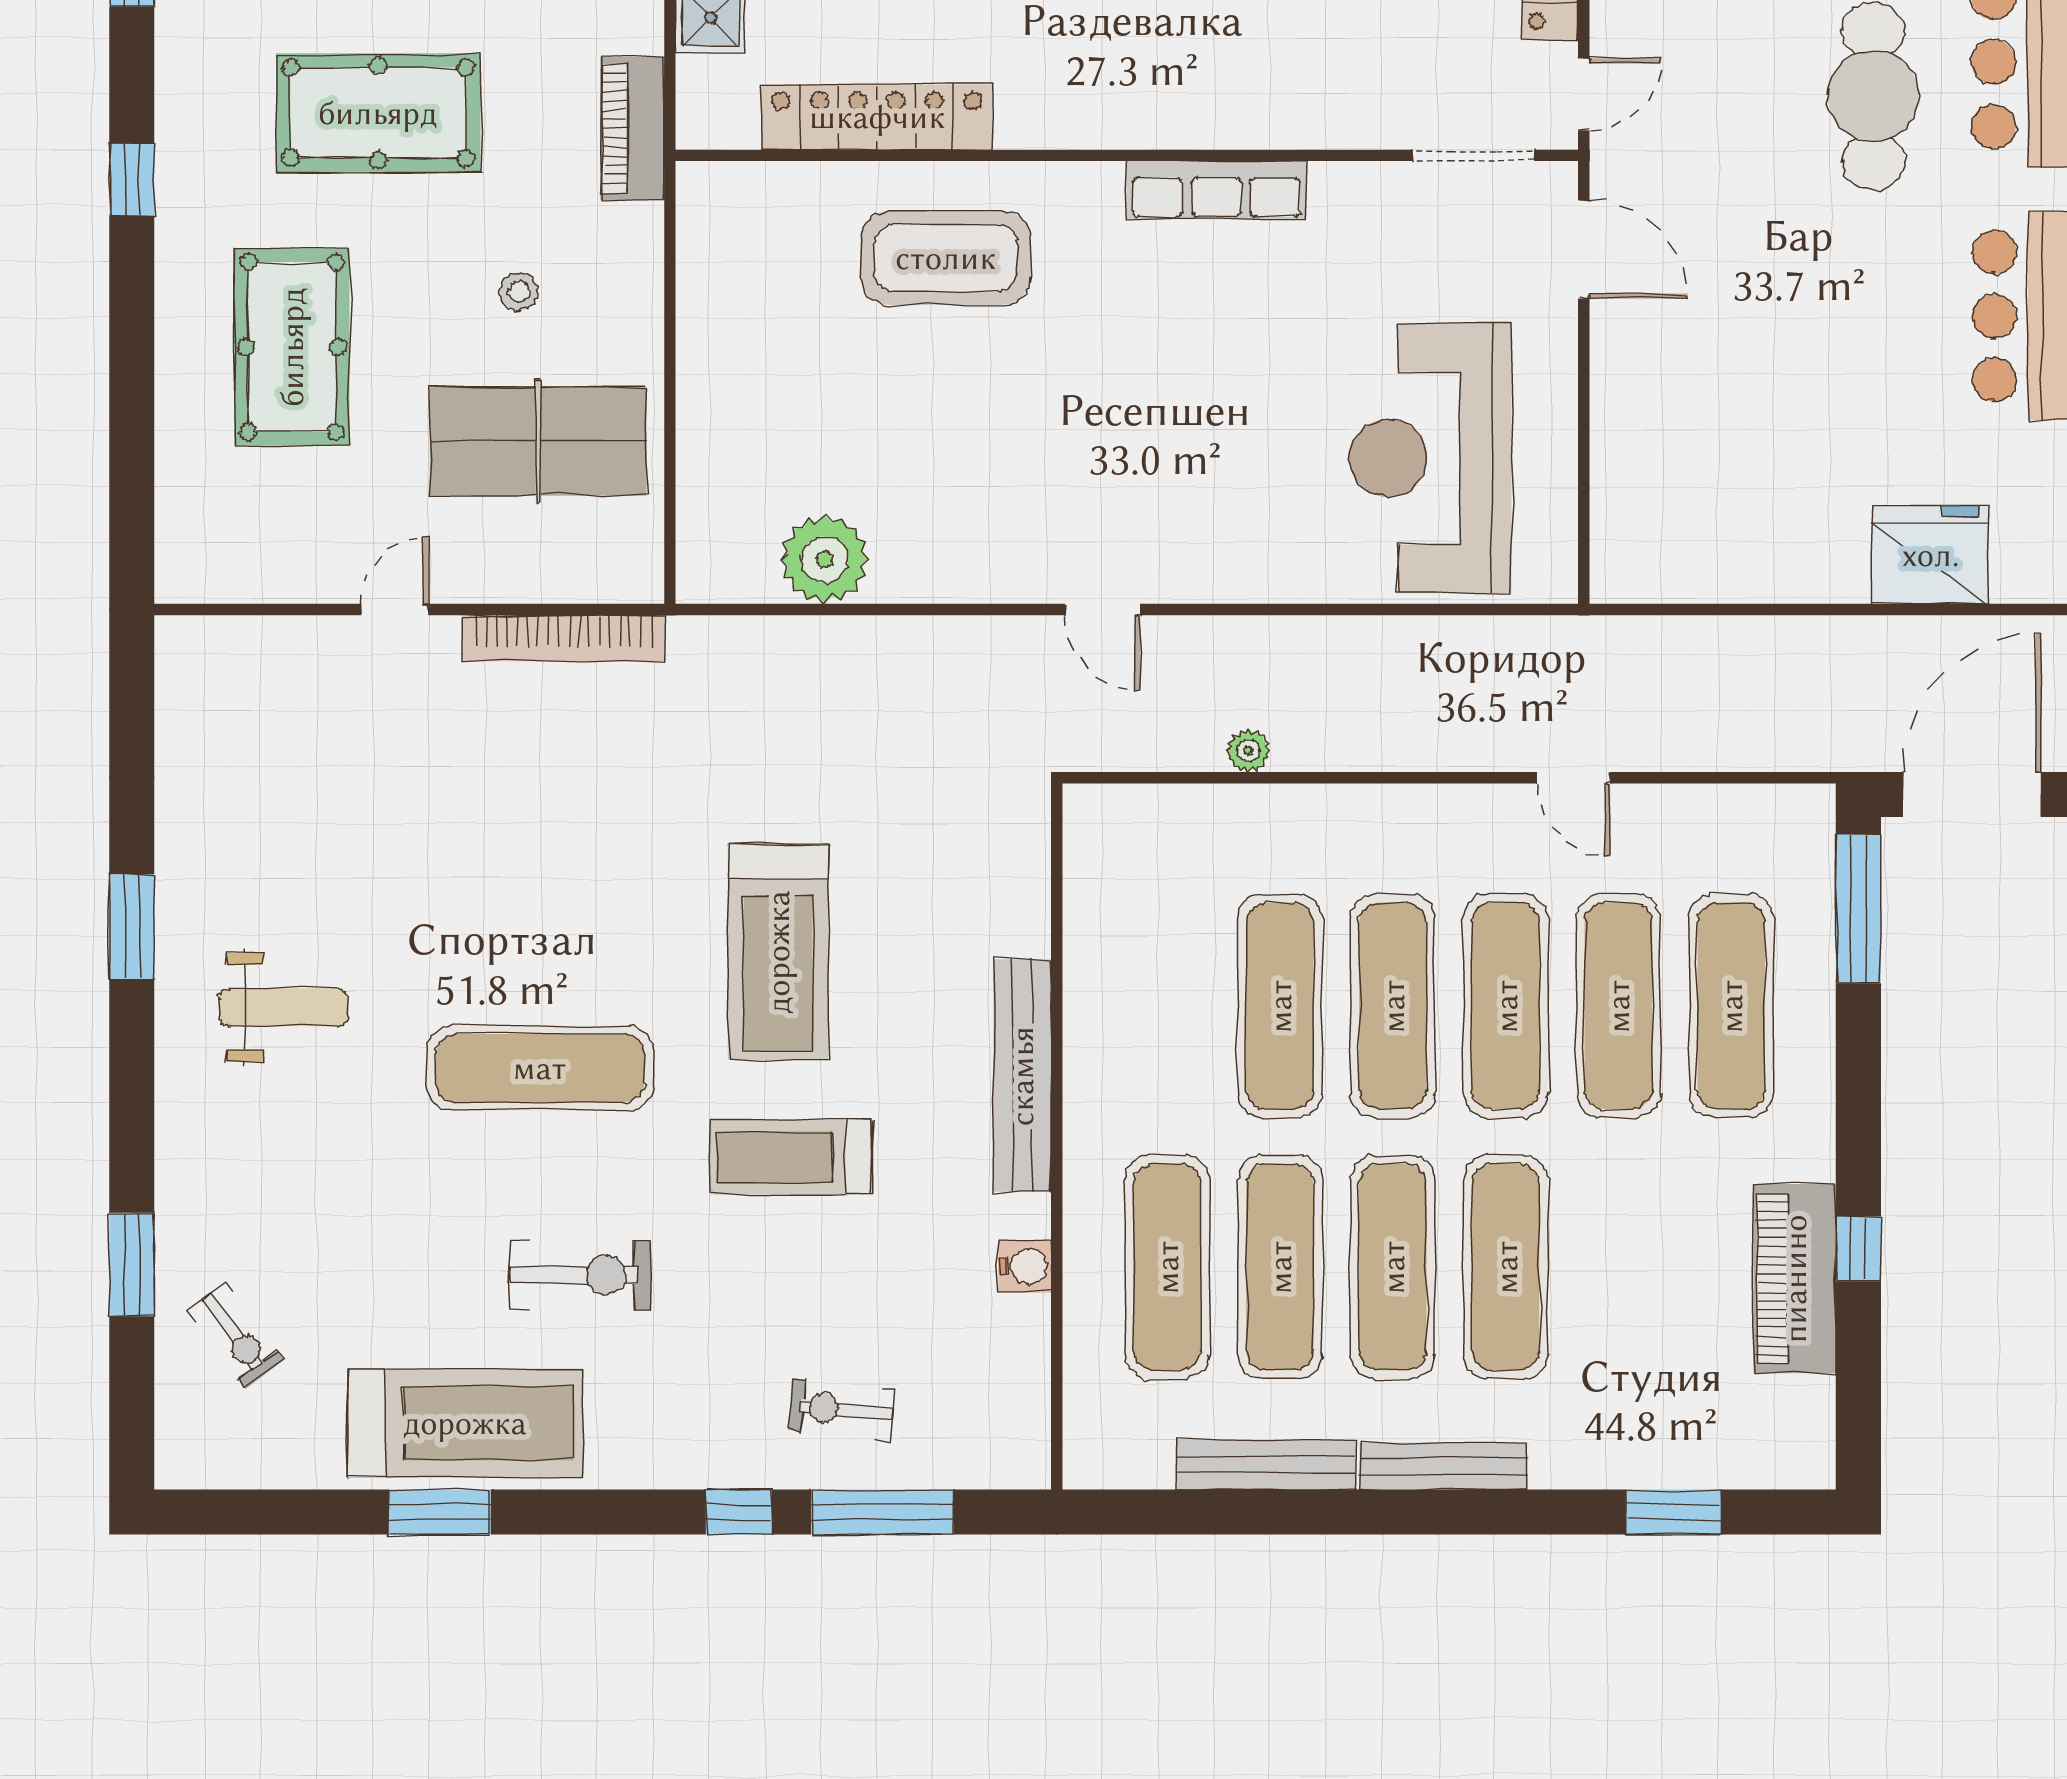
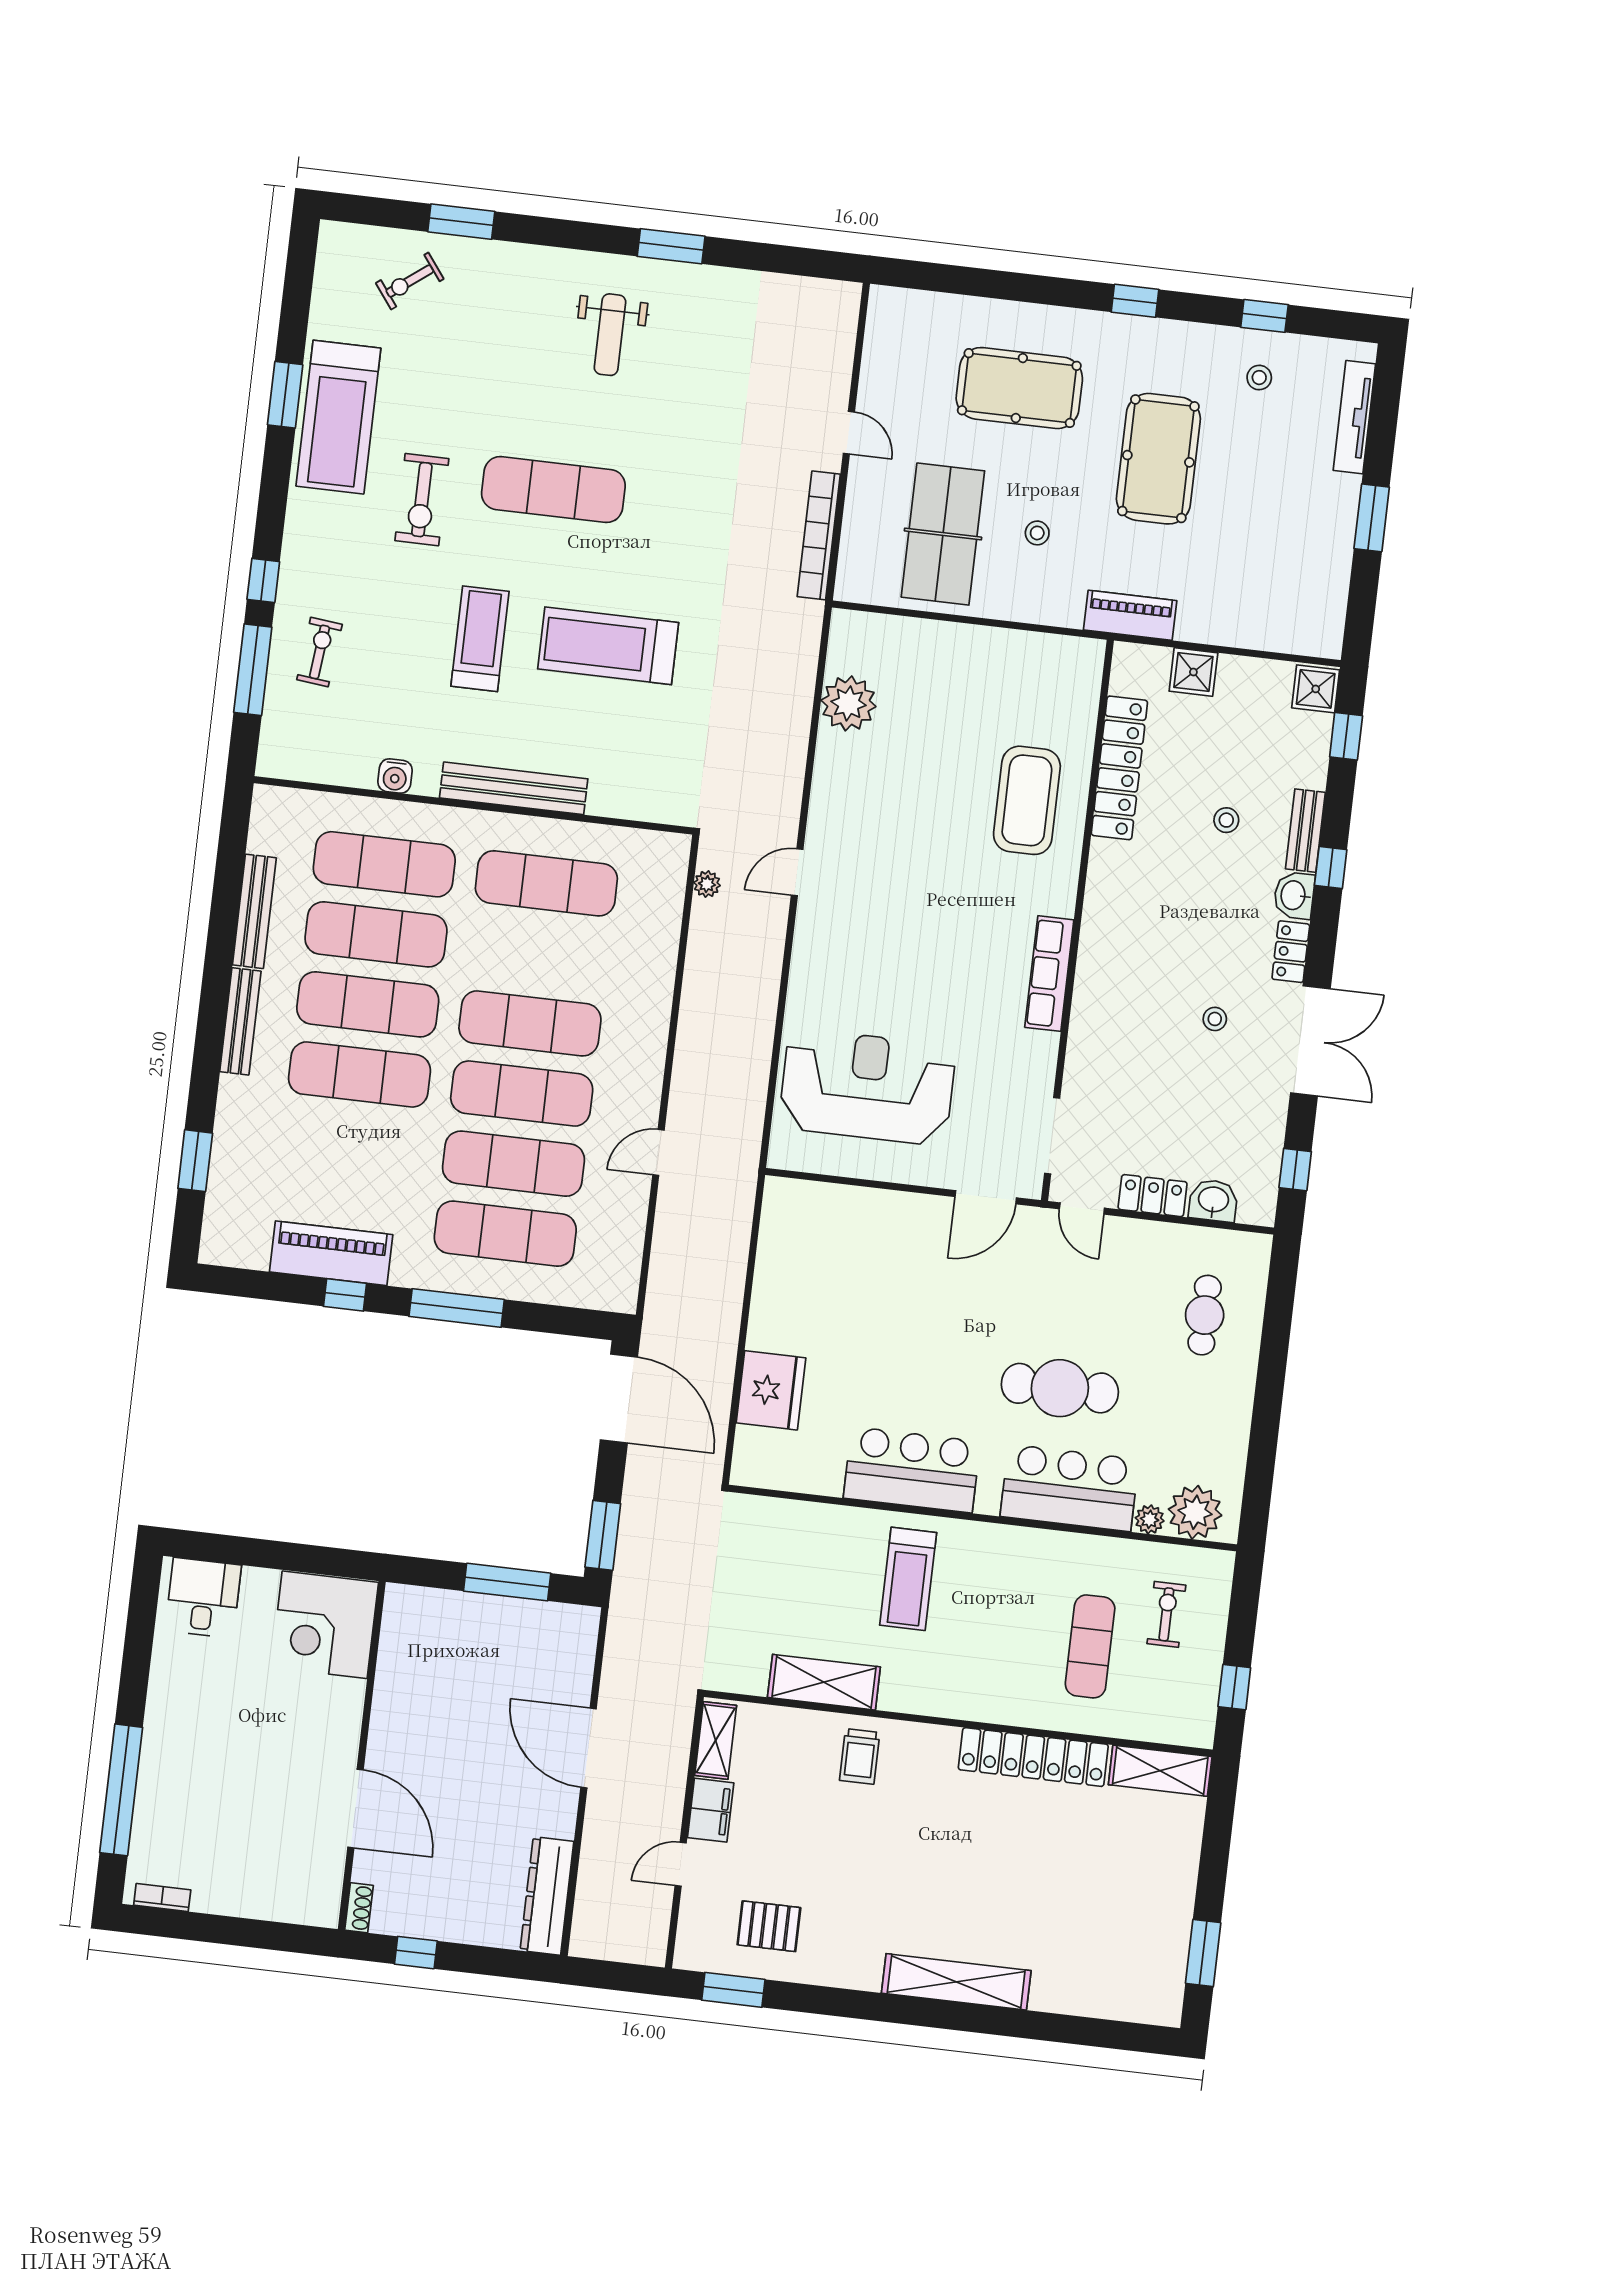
plant: (1248, 751) -> (707, 884), moved
window: (1858, 909) -> (457, 1308), moved
exercise mat: (1280, 1006) -> (546, 883), moved
exercise mat: (540, 1068) -> (553, 490), turned 90

